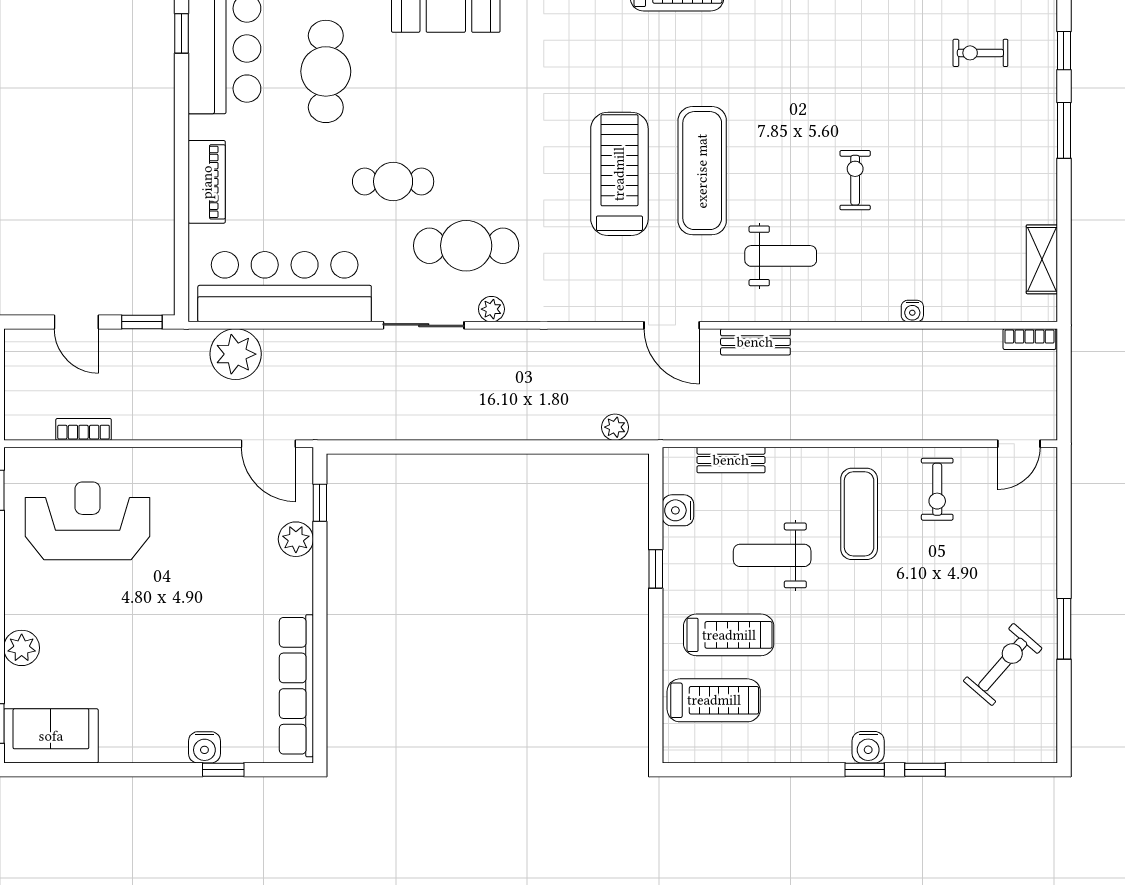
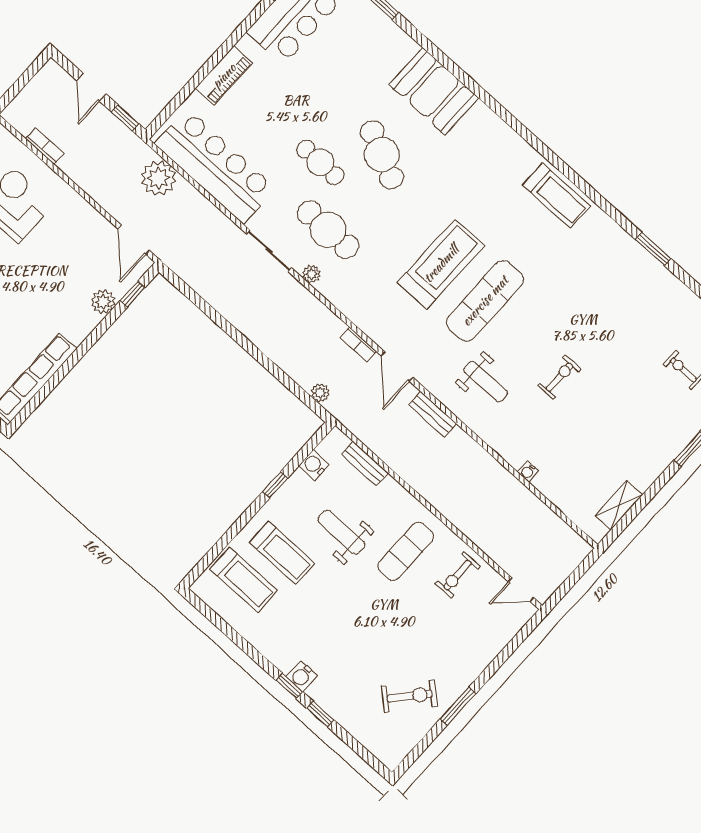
cafe table: (326, 71) -> (382, 155), moved, turned -65
bookcase: (1029, 339) -> (358, 344), moved

